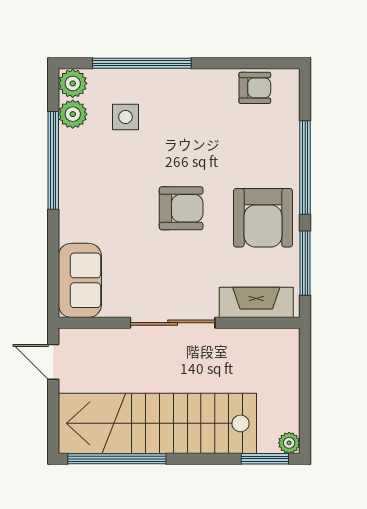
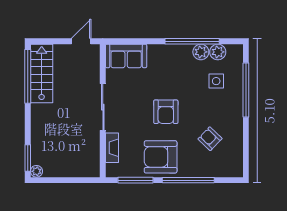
plant: (73, 83) -> (201, 52), moved
armchair: (255, 88) -> (210, 139), moved, turned 134
fireplace: (256, 302) -> (112, 148), width x0.73, depth x0.76
stairs: (157, 423) -> (42, 73), width x0.54, depth x0.66

